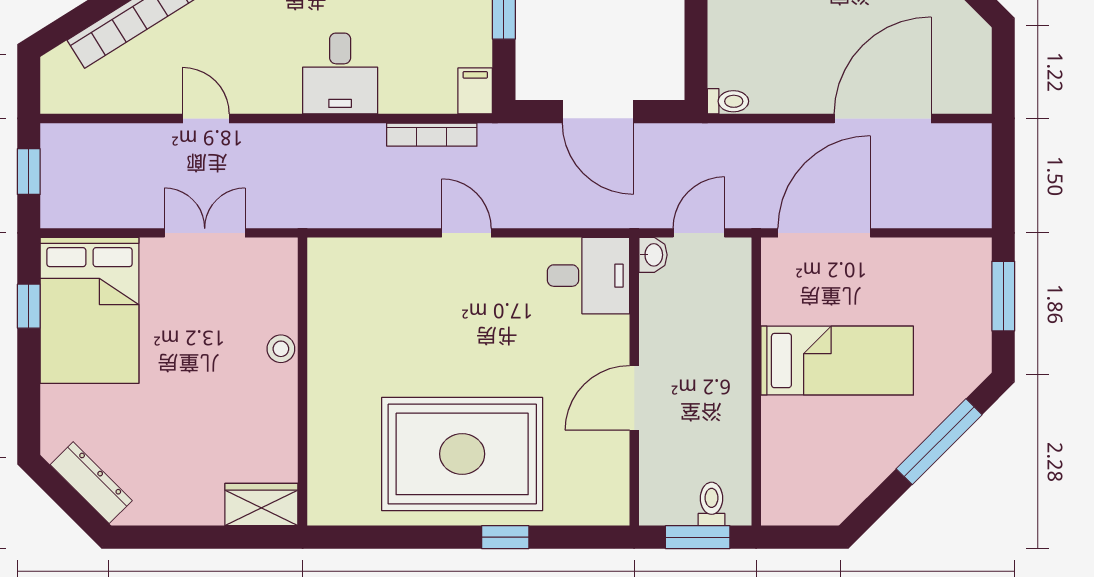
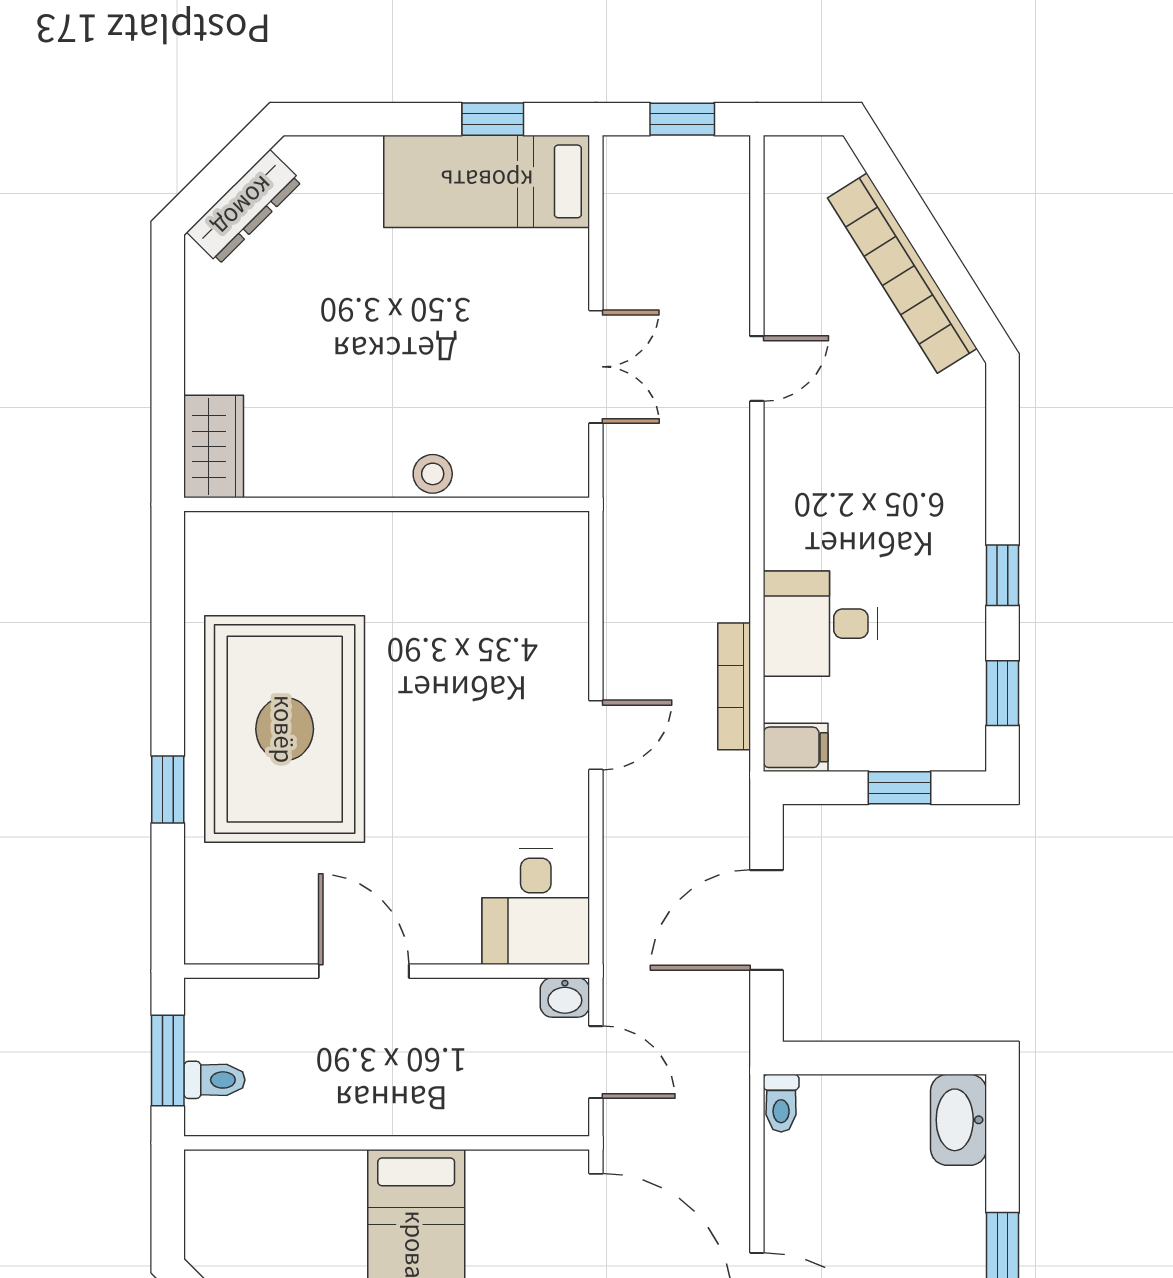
desk: (340, 73) -> (820, 624), moved
bed: (89, 310) -> (487, 181), width x0.67

